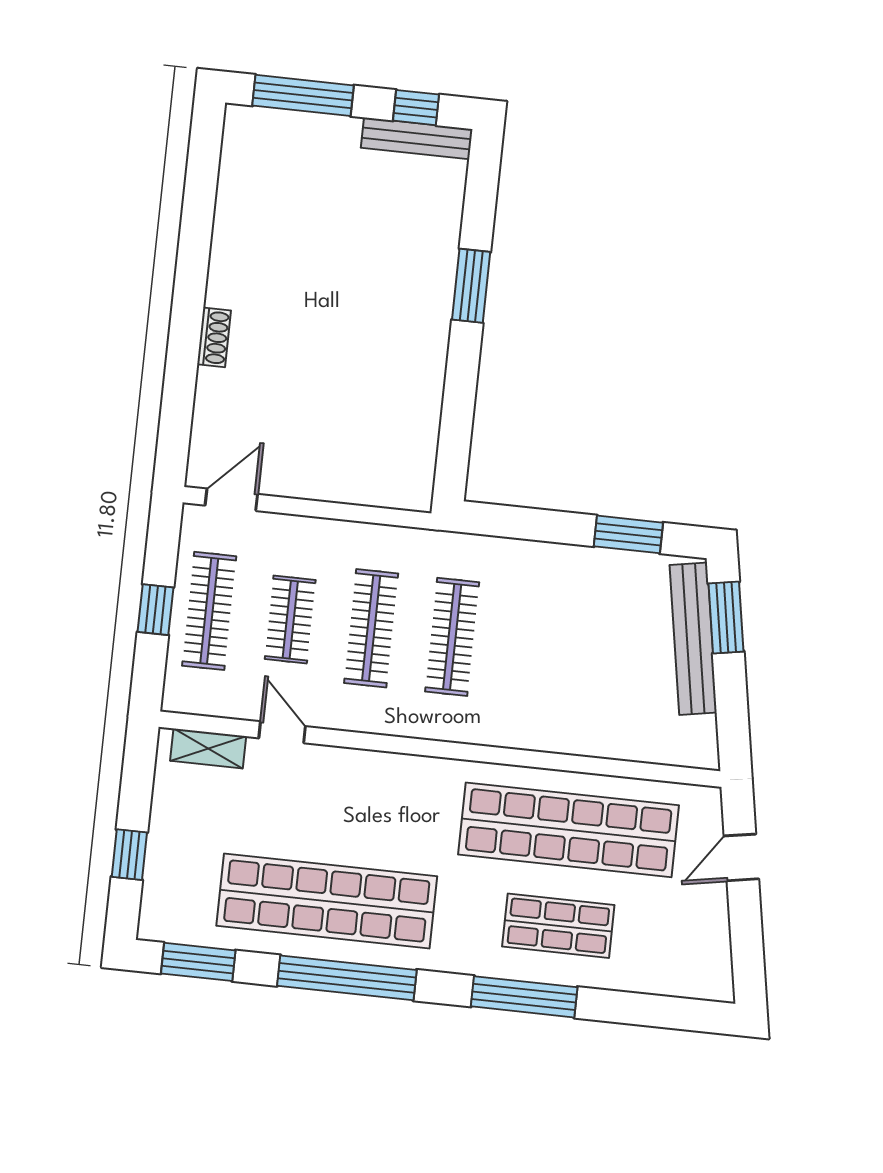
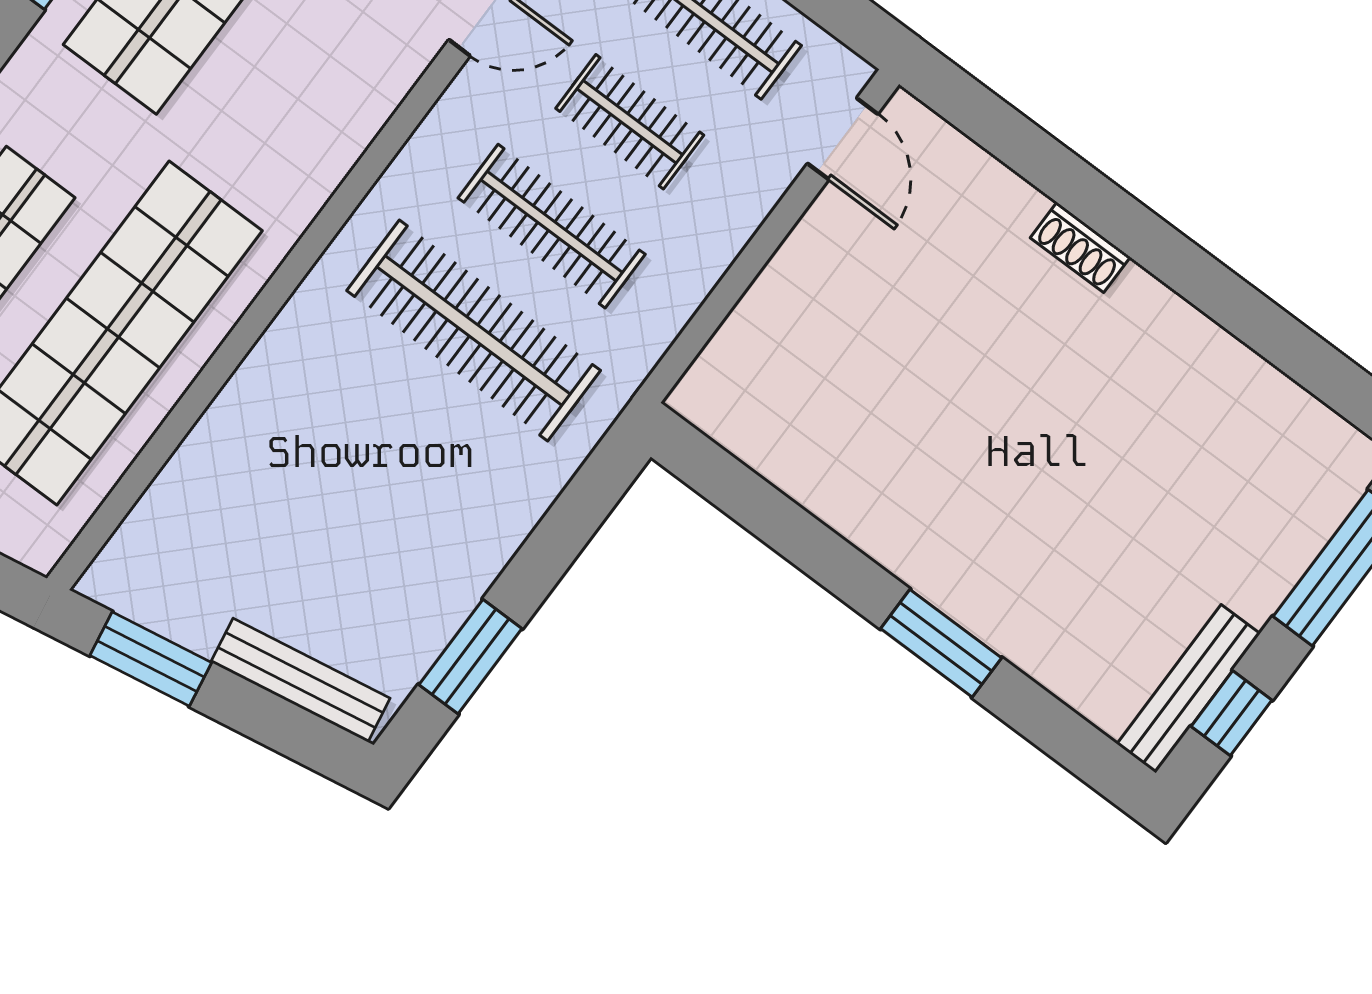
window: (726, 618) -> (151, 659), moved
clothes rail: (452, 637) -> (474, 331), width x1.37, depth x1.31
bench: (693, 639) -> (300, 680), width x0.73, depth x0.82

